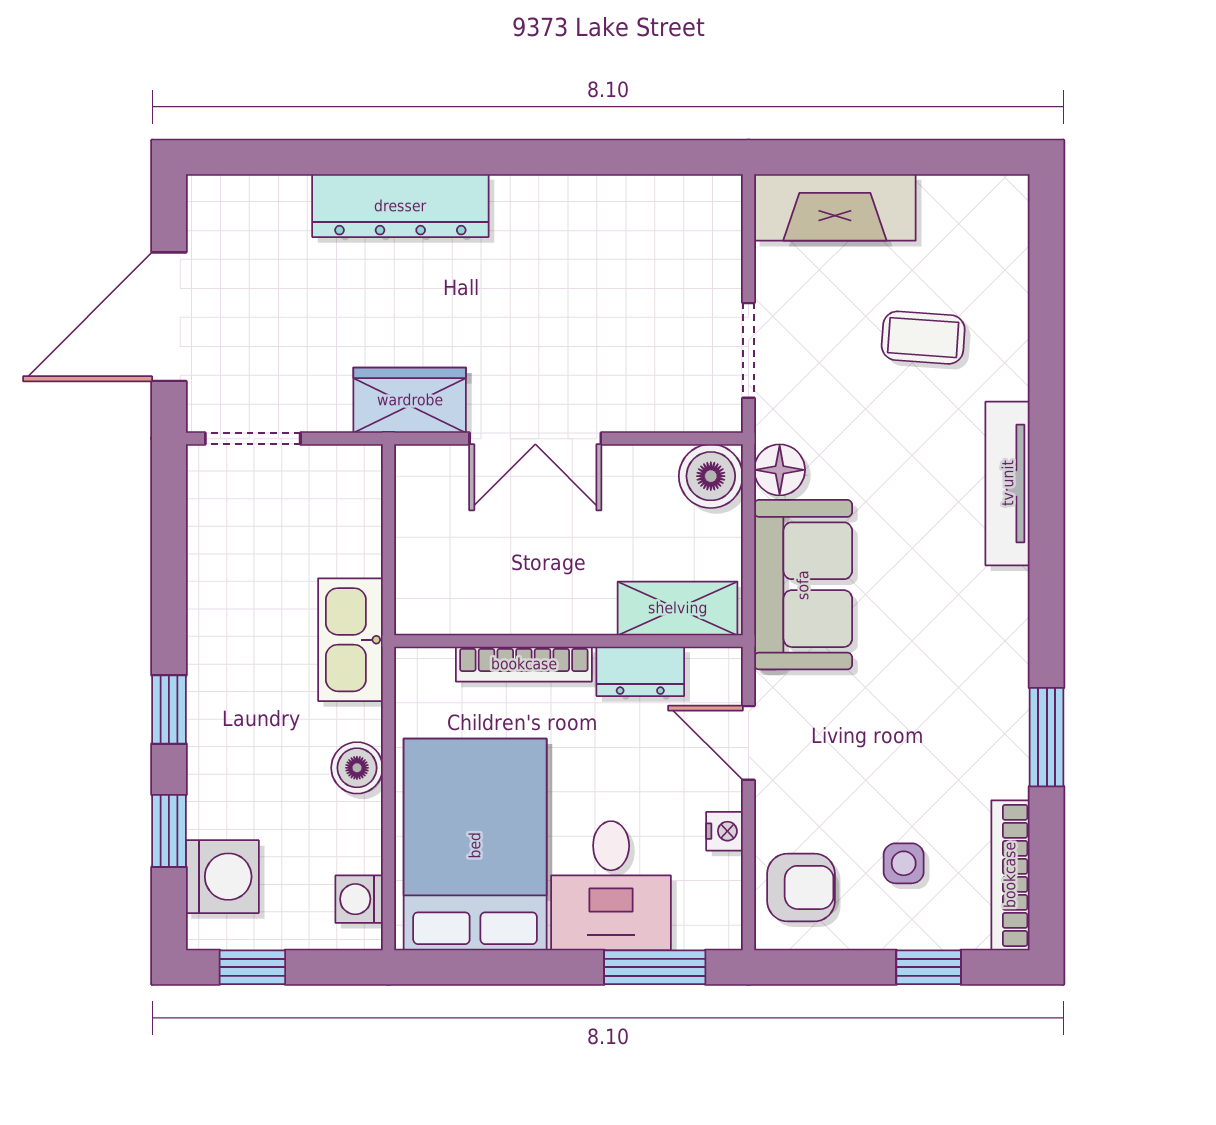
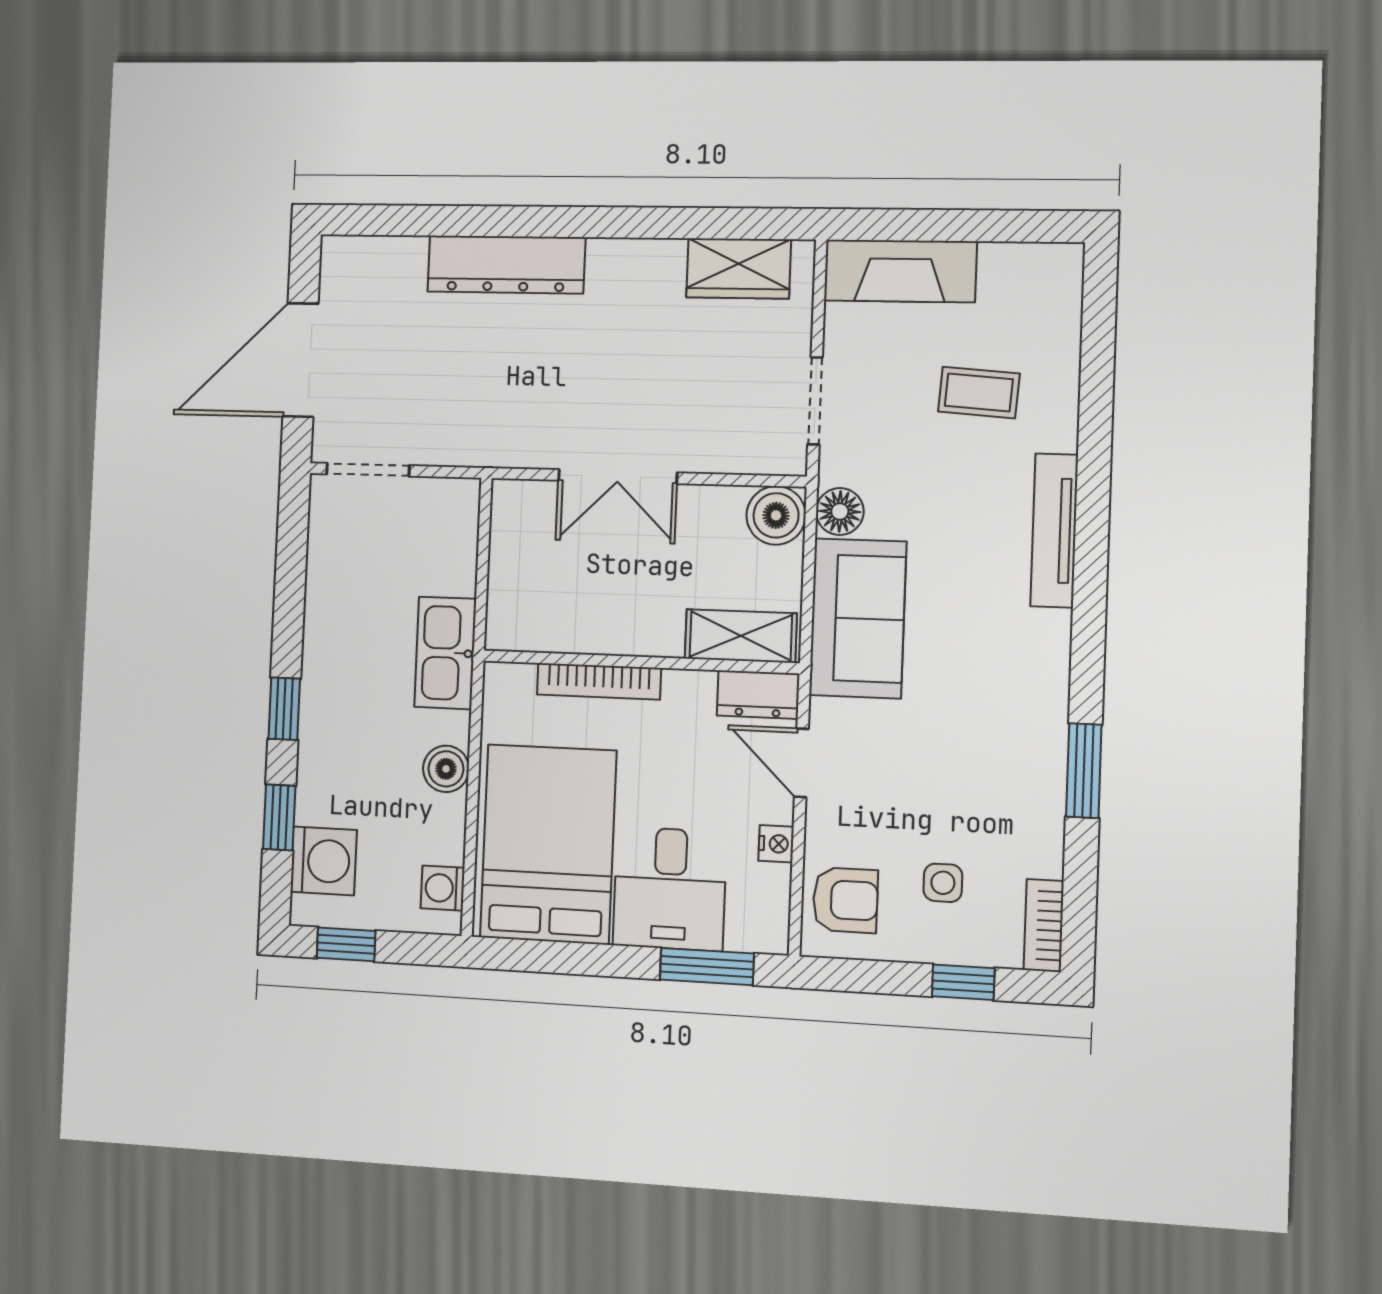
wardrobe: (410, 400) -> (739, 268), moved, turned 180
dresser: (640, 671) -> (758, 695), moved
bookcase: (1010, 875) -> (1044, 925), width x0.64

